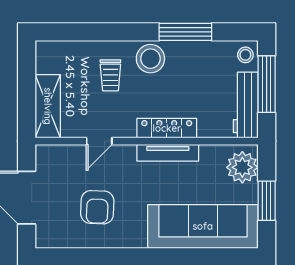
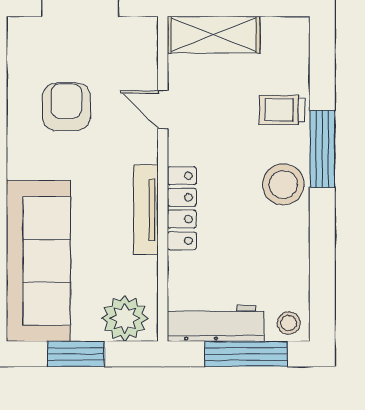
window: (185, 32) -> (322, 149), moved
trolley: (110, 75) -> (282, 110), moved
armchair: (97, 207) -> (66, 107), turned 88

